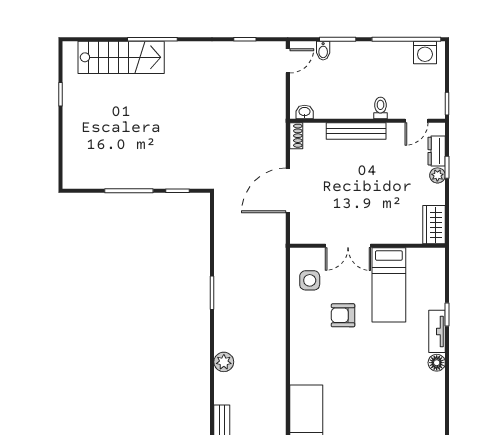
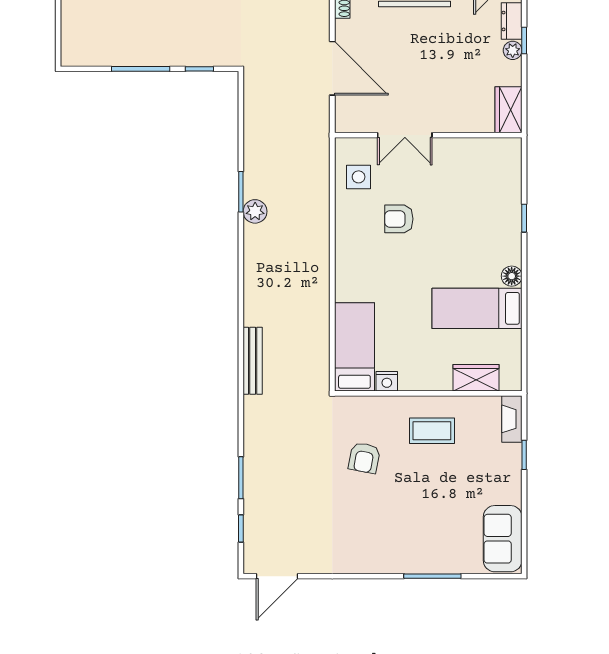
door: (288, 190) -> (332, 68), swing flipped
bed: (389, 285) -> (477, 308), moved, turned 90
tv unit: (437, 331) -> (512, 238), removed
plant: (224, 362) -> (255, 211), moved

